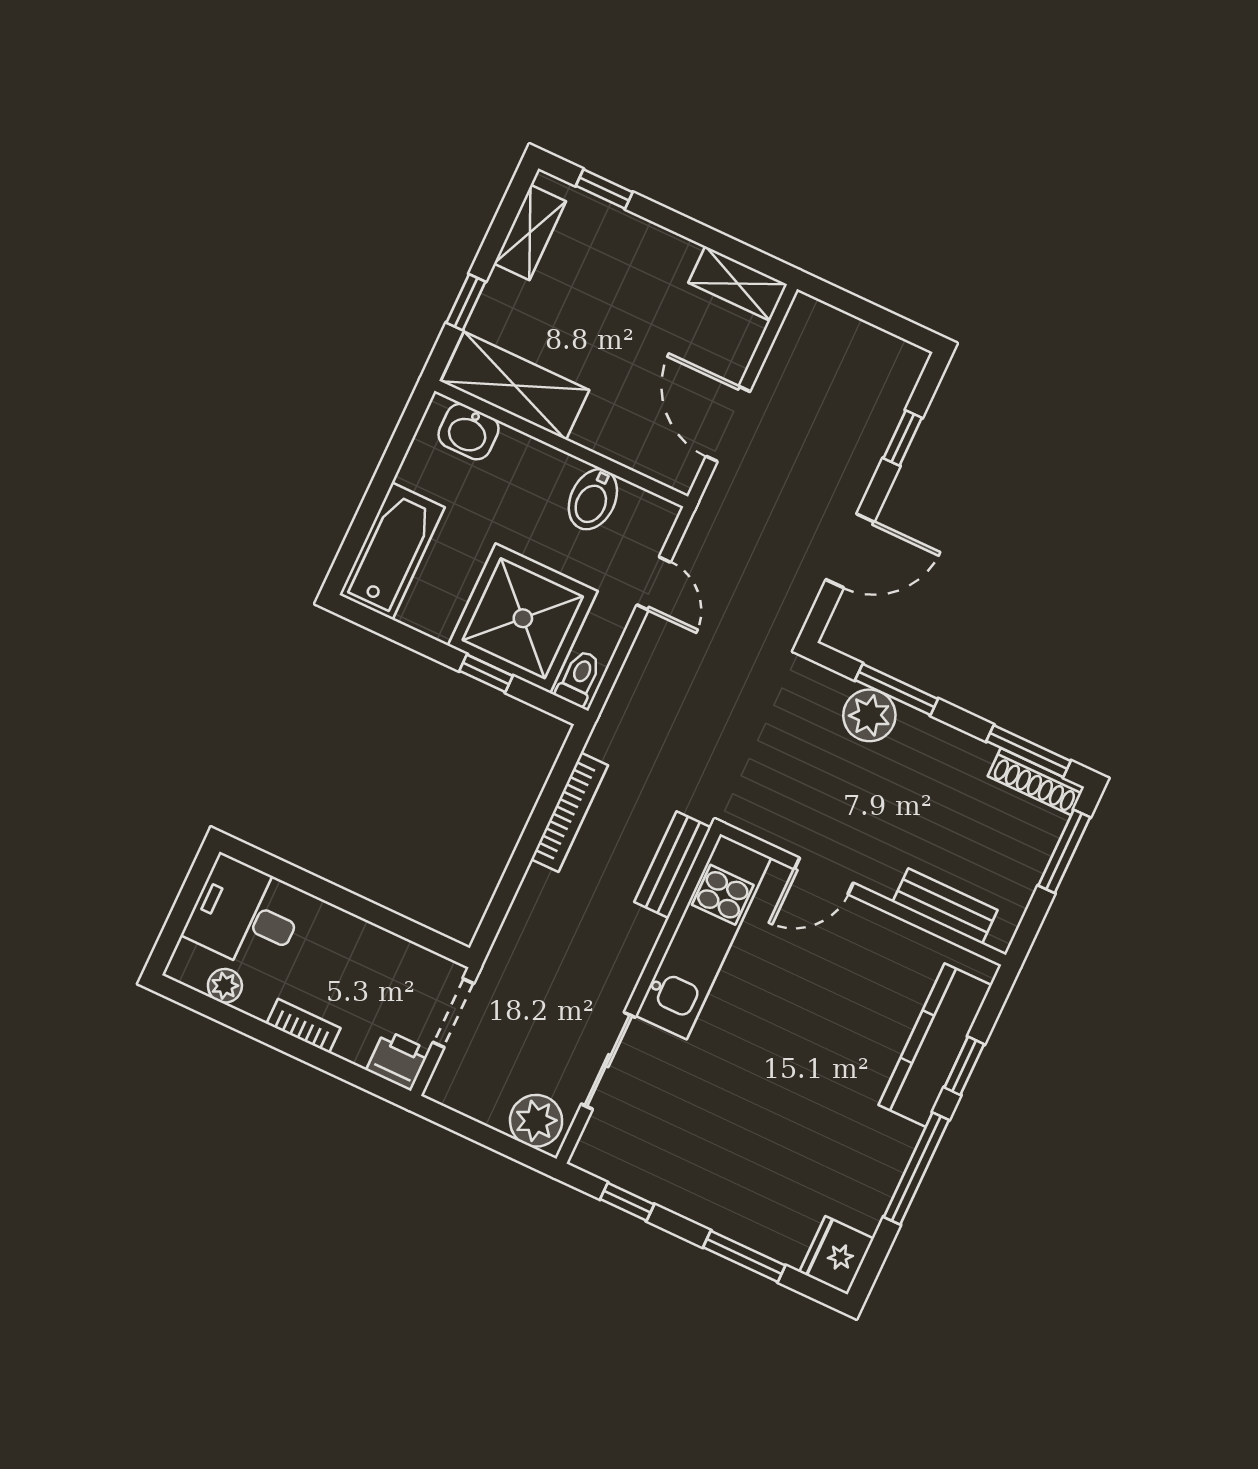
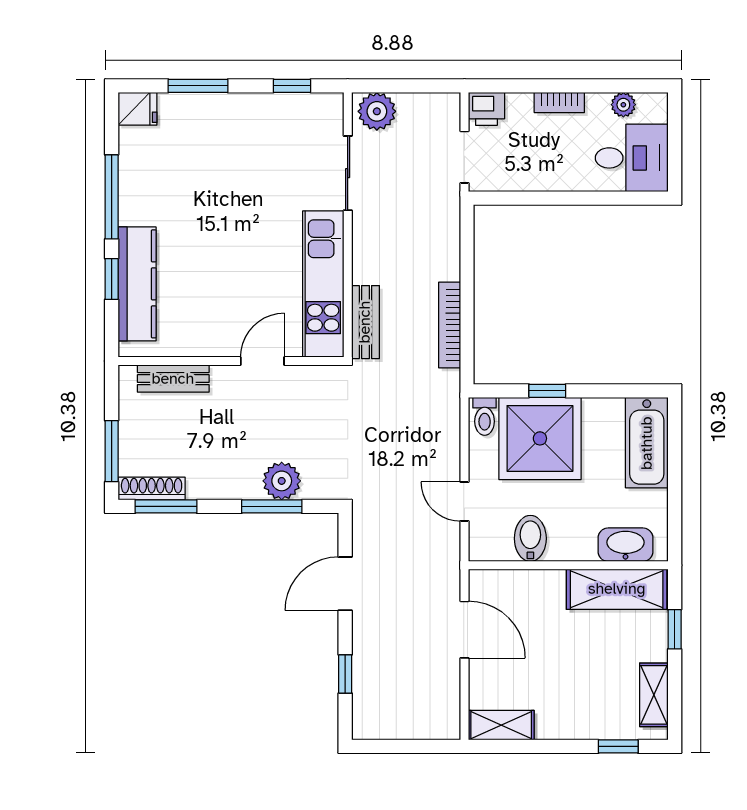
washbasin: (468, 432) -> (625, 545), width x1.38
fridge: (837, 1255) -> (137, 109), width x0.72

